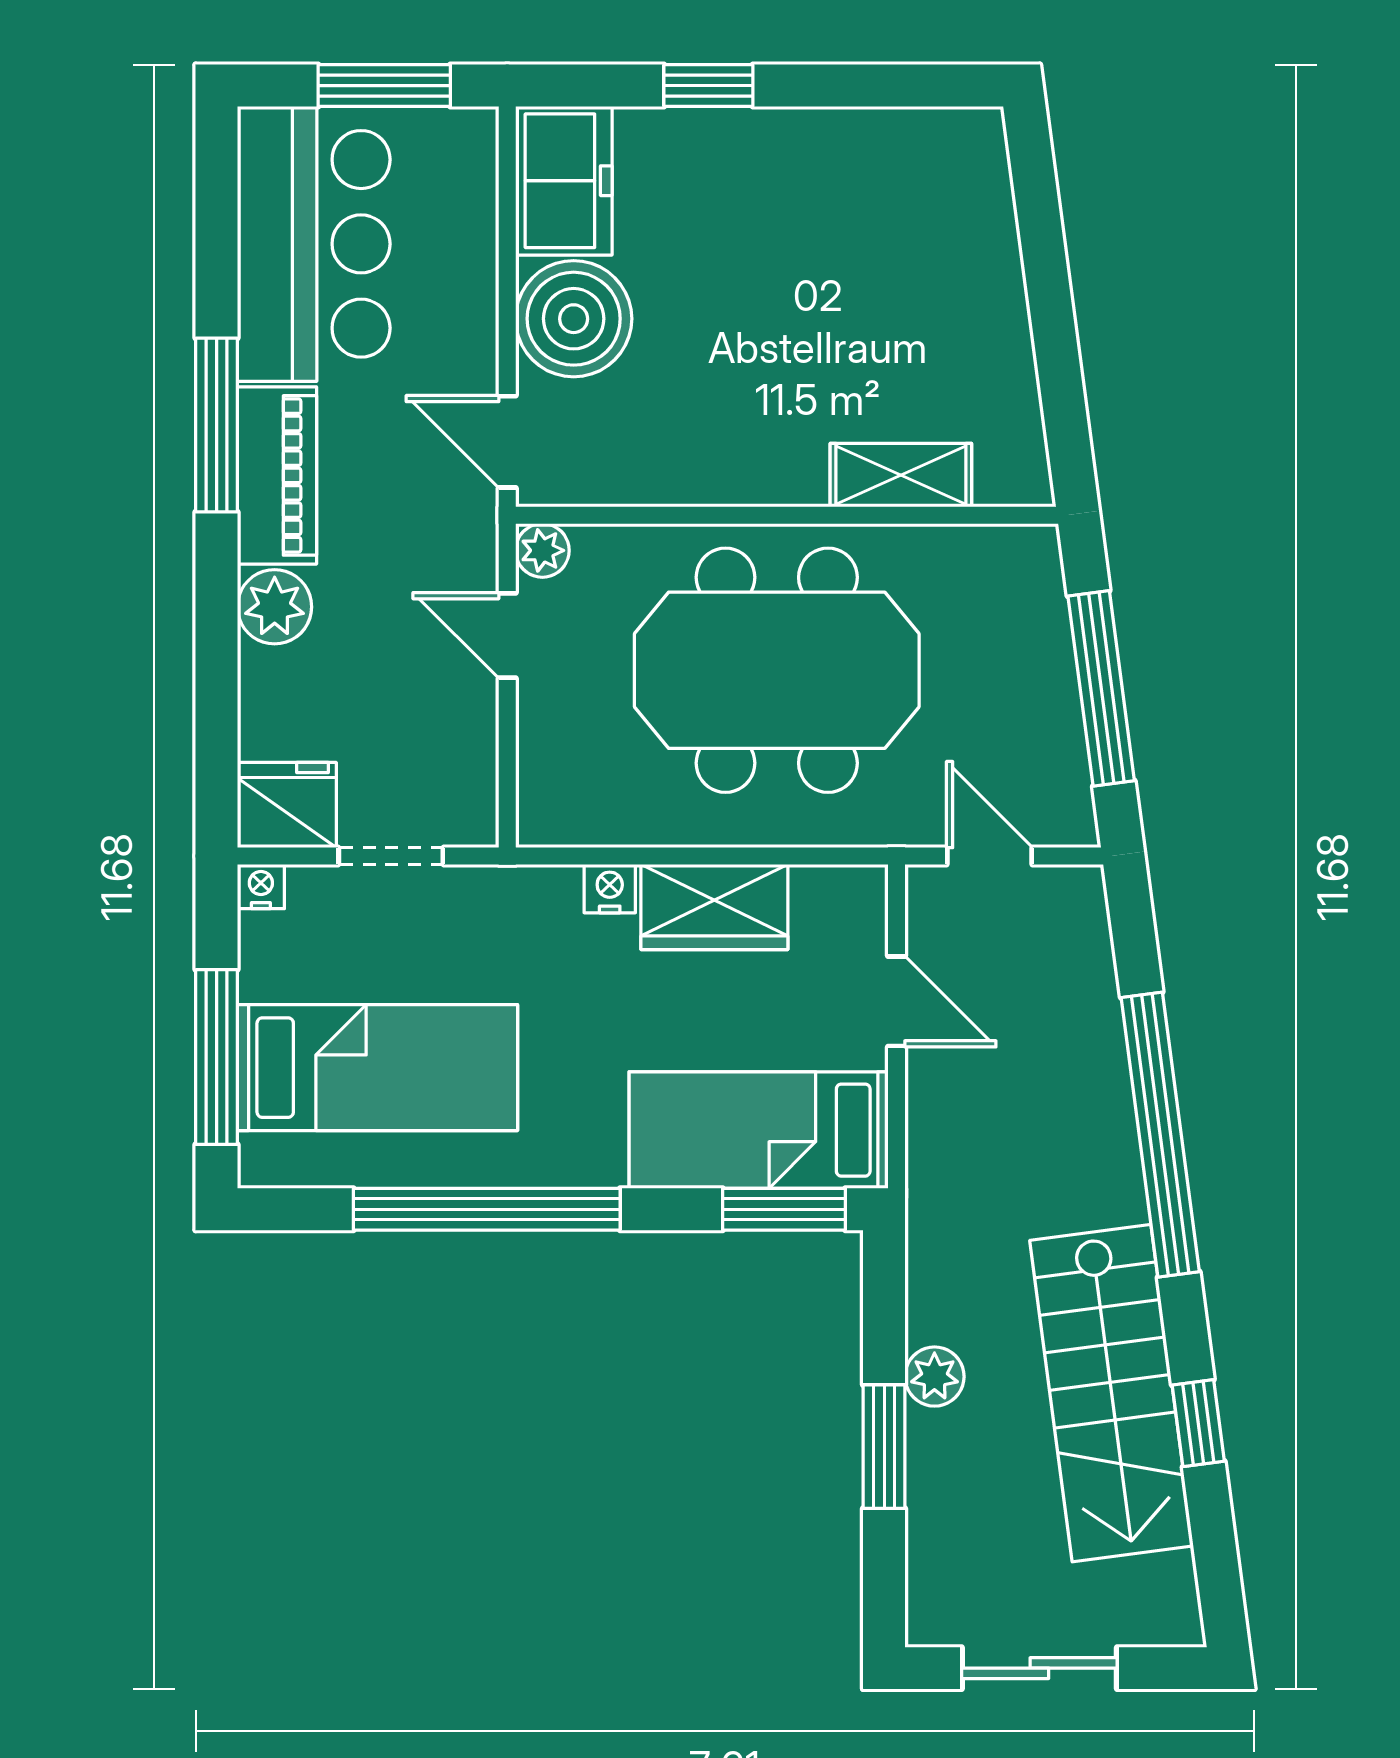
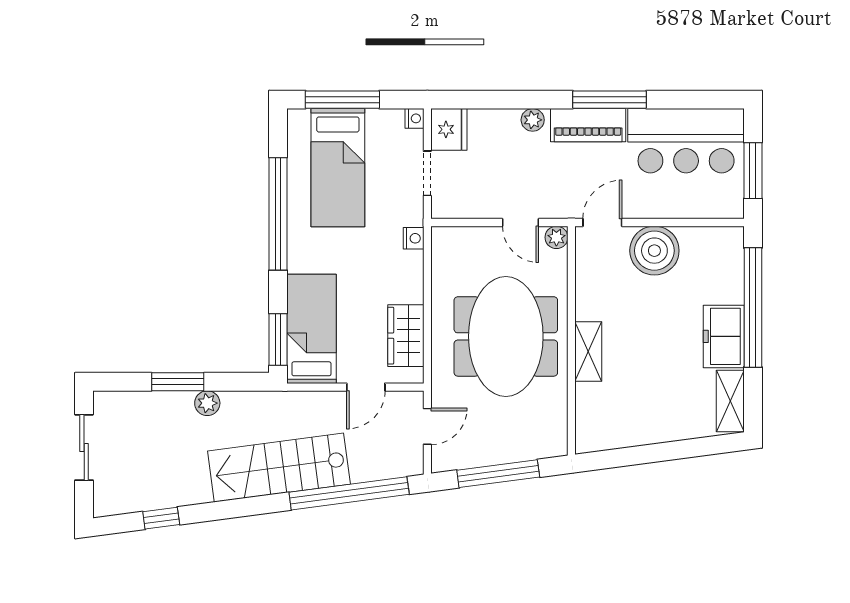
window: (708, 86) -> (753, 308), width x3.17
shelving: (929, 139) -> (730, 401), added
freezer: (564, 181) -> (724, 336), moved, turned 90
shelving: (901, 475) -> (588, 352), moved
plant: (275, 607) -> (533, 120), width x0.73, depth x0.73
door: (507, 636) -> (520, 223), swing flipped
nightstand: (610, 889) -> (414, 238), moved
wardrobe: (714, 907) -> (406, 336), moved
window: (1160, 1135) -> (349, 493), moved
stairs: (1112, 1393) -> (279, 468), moved
window: (1198, 1423) -> (161, 518), moved

